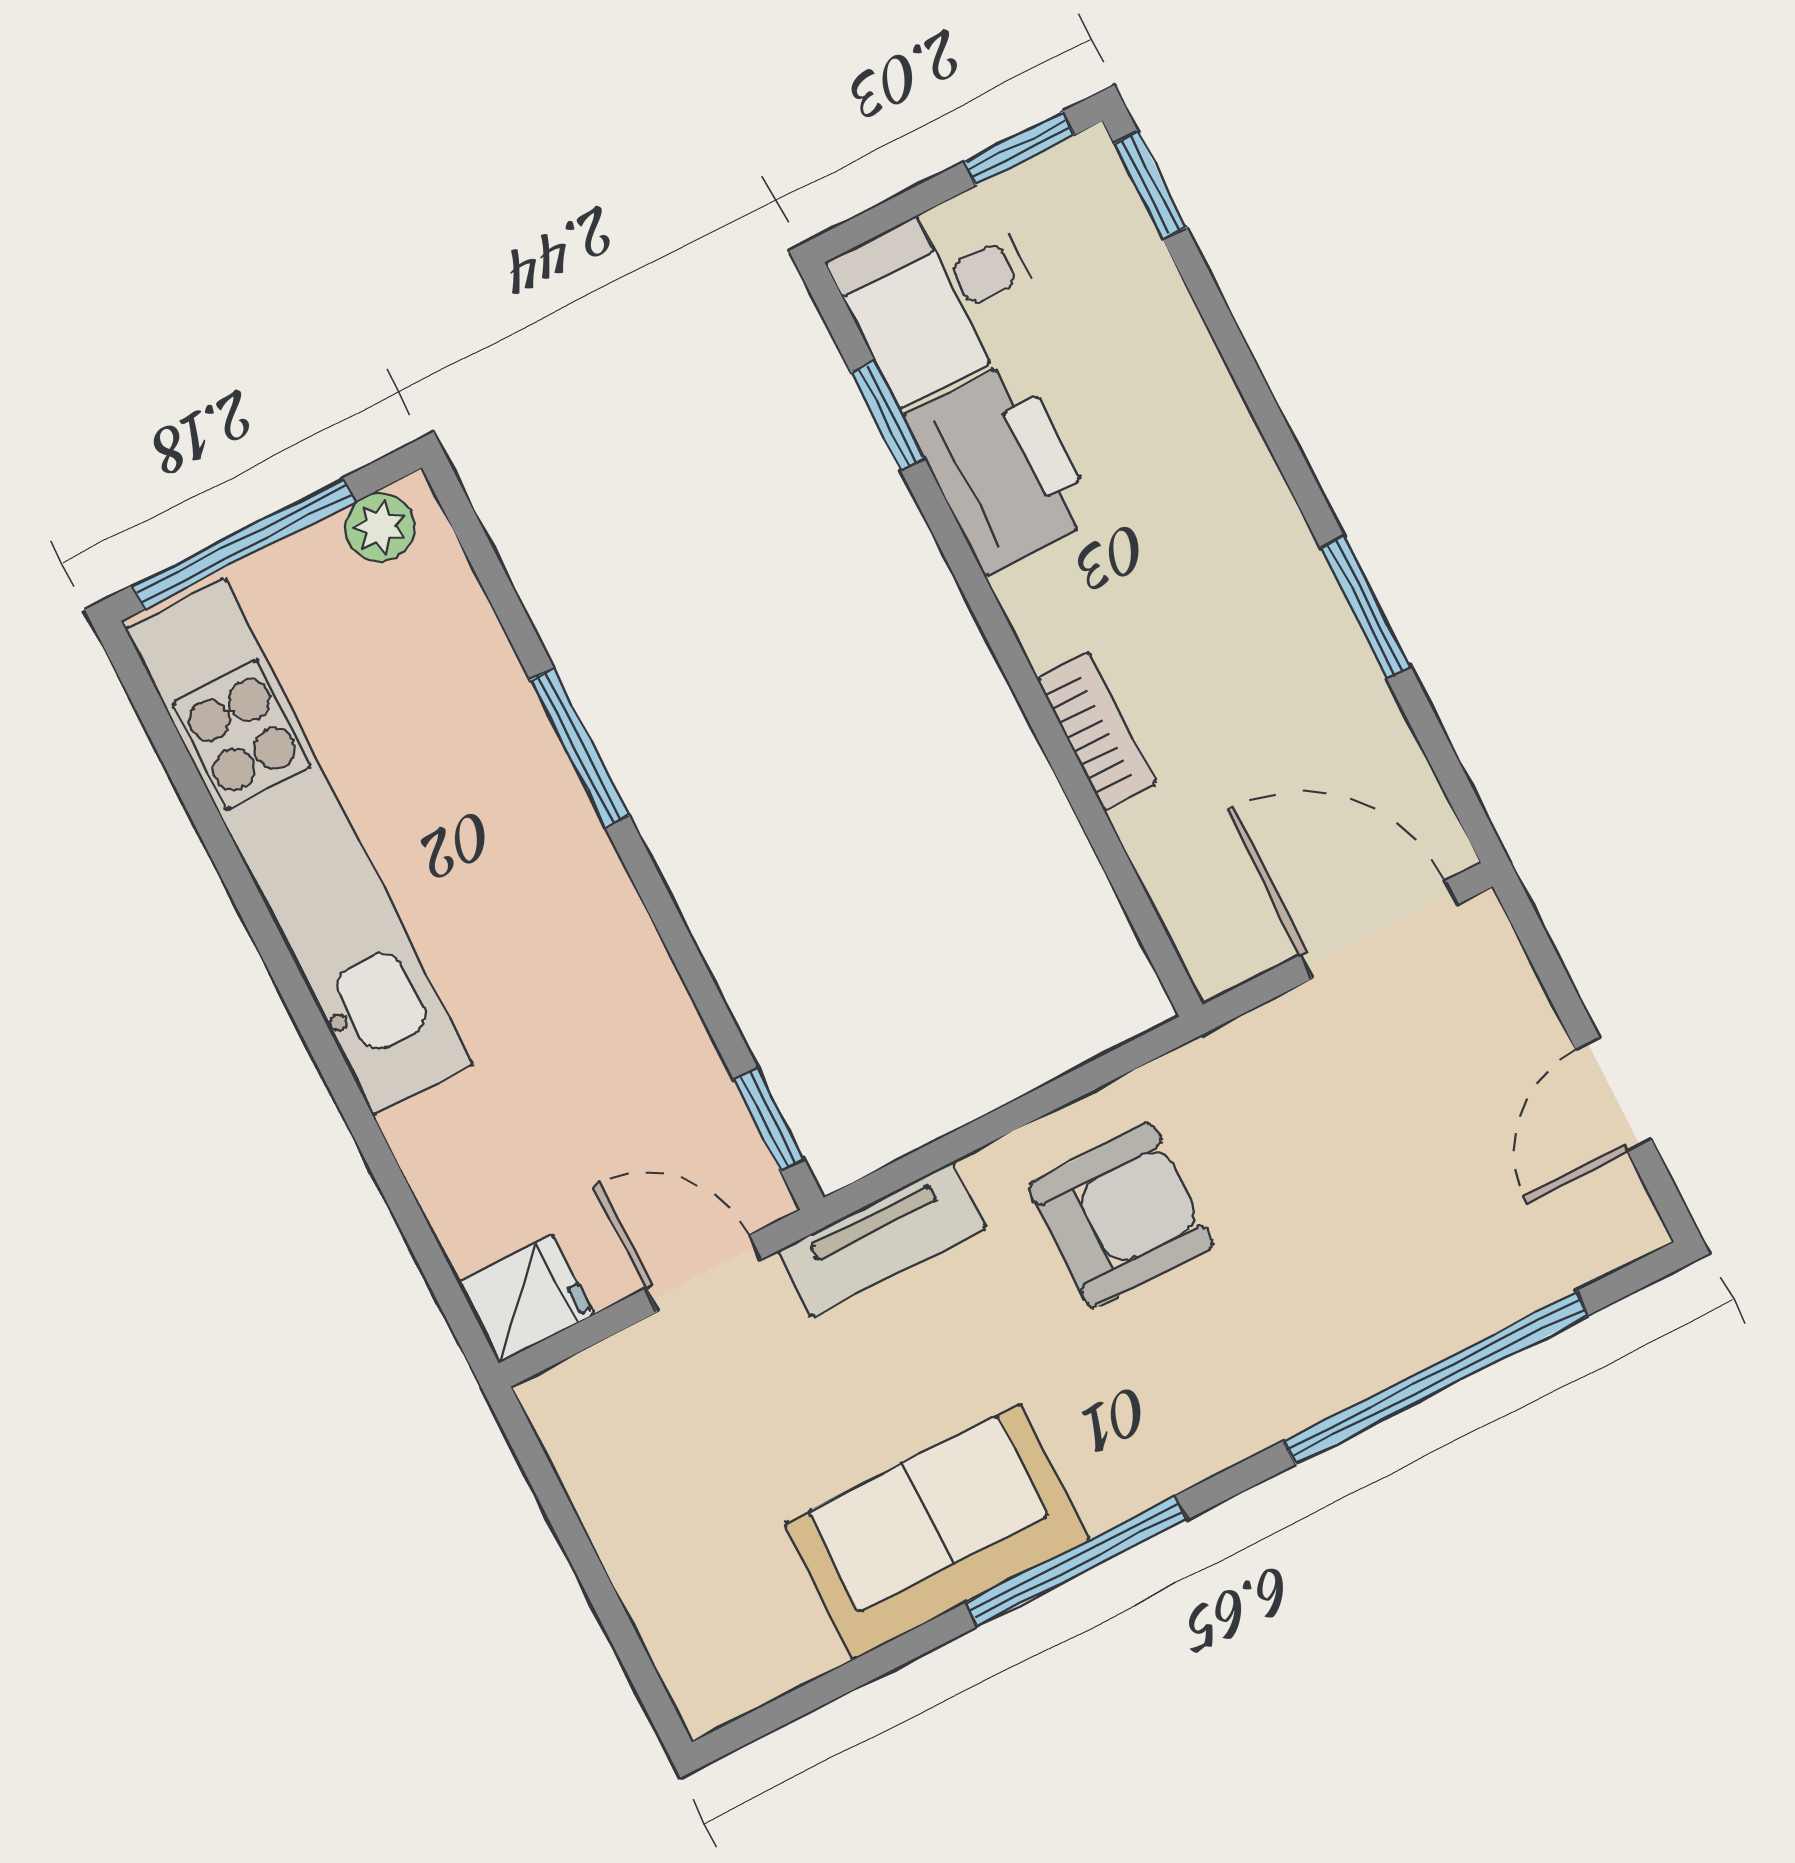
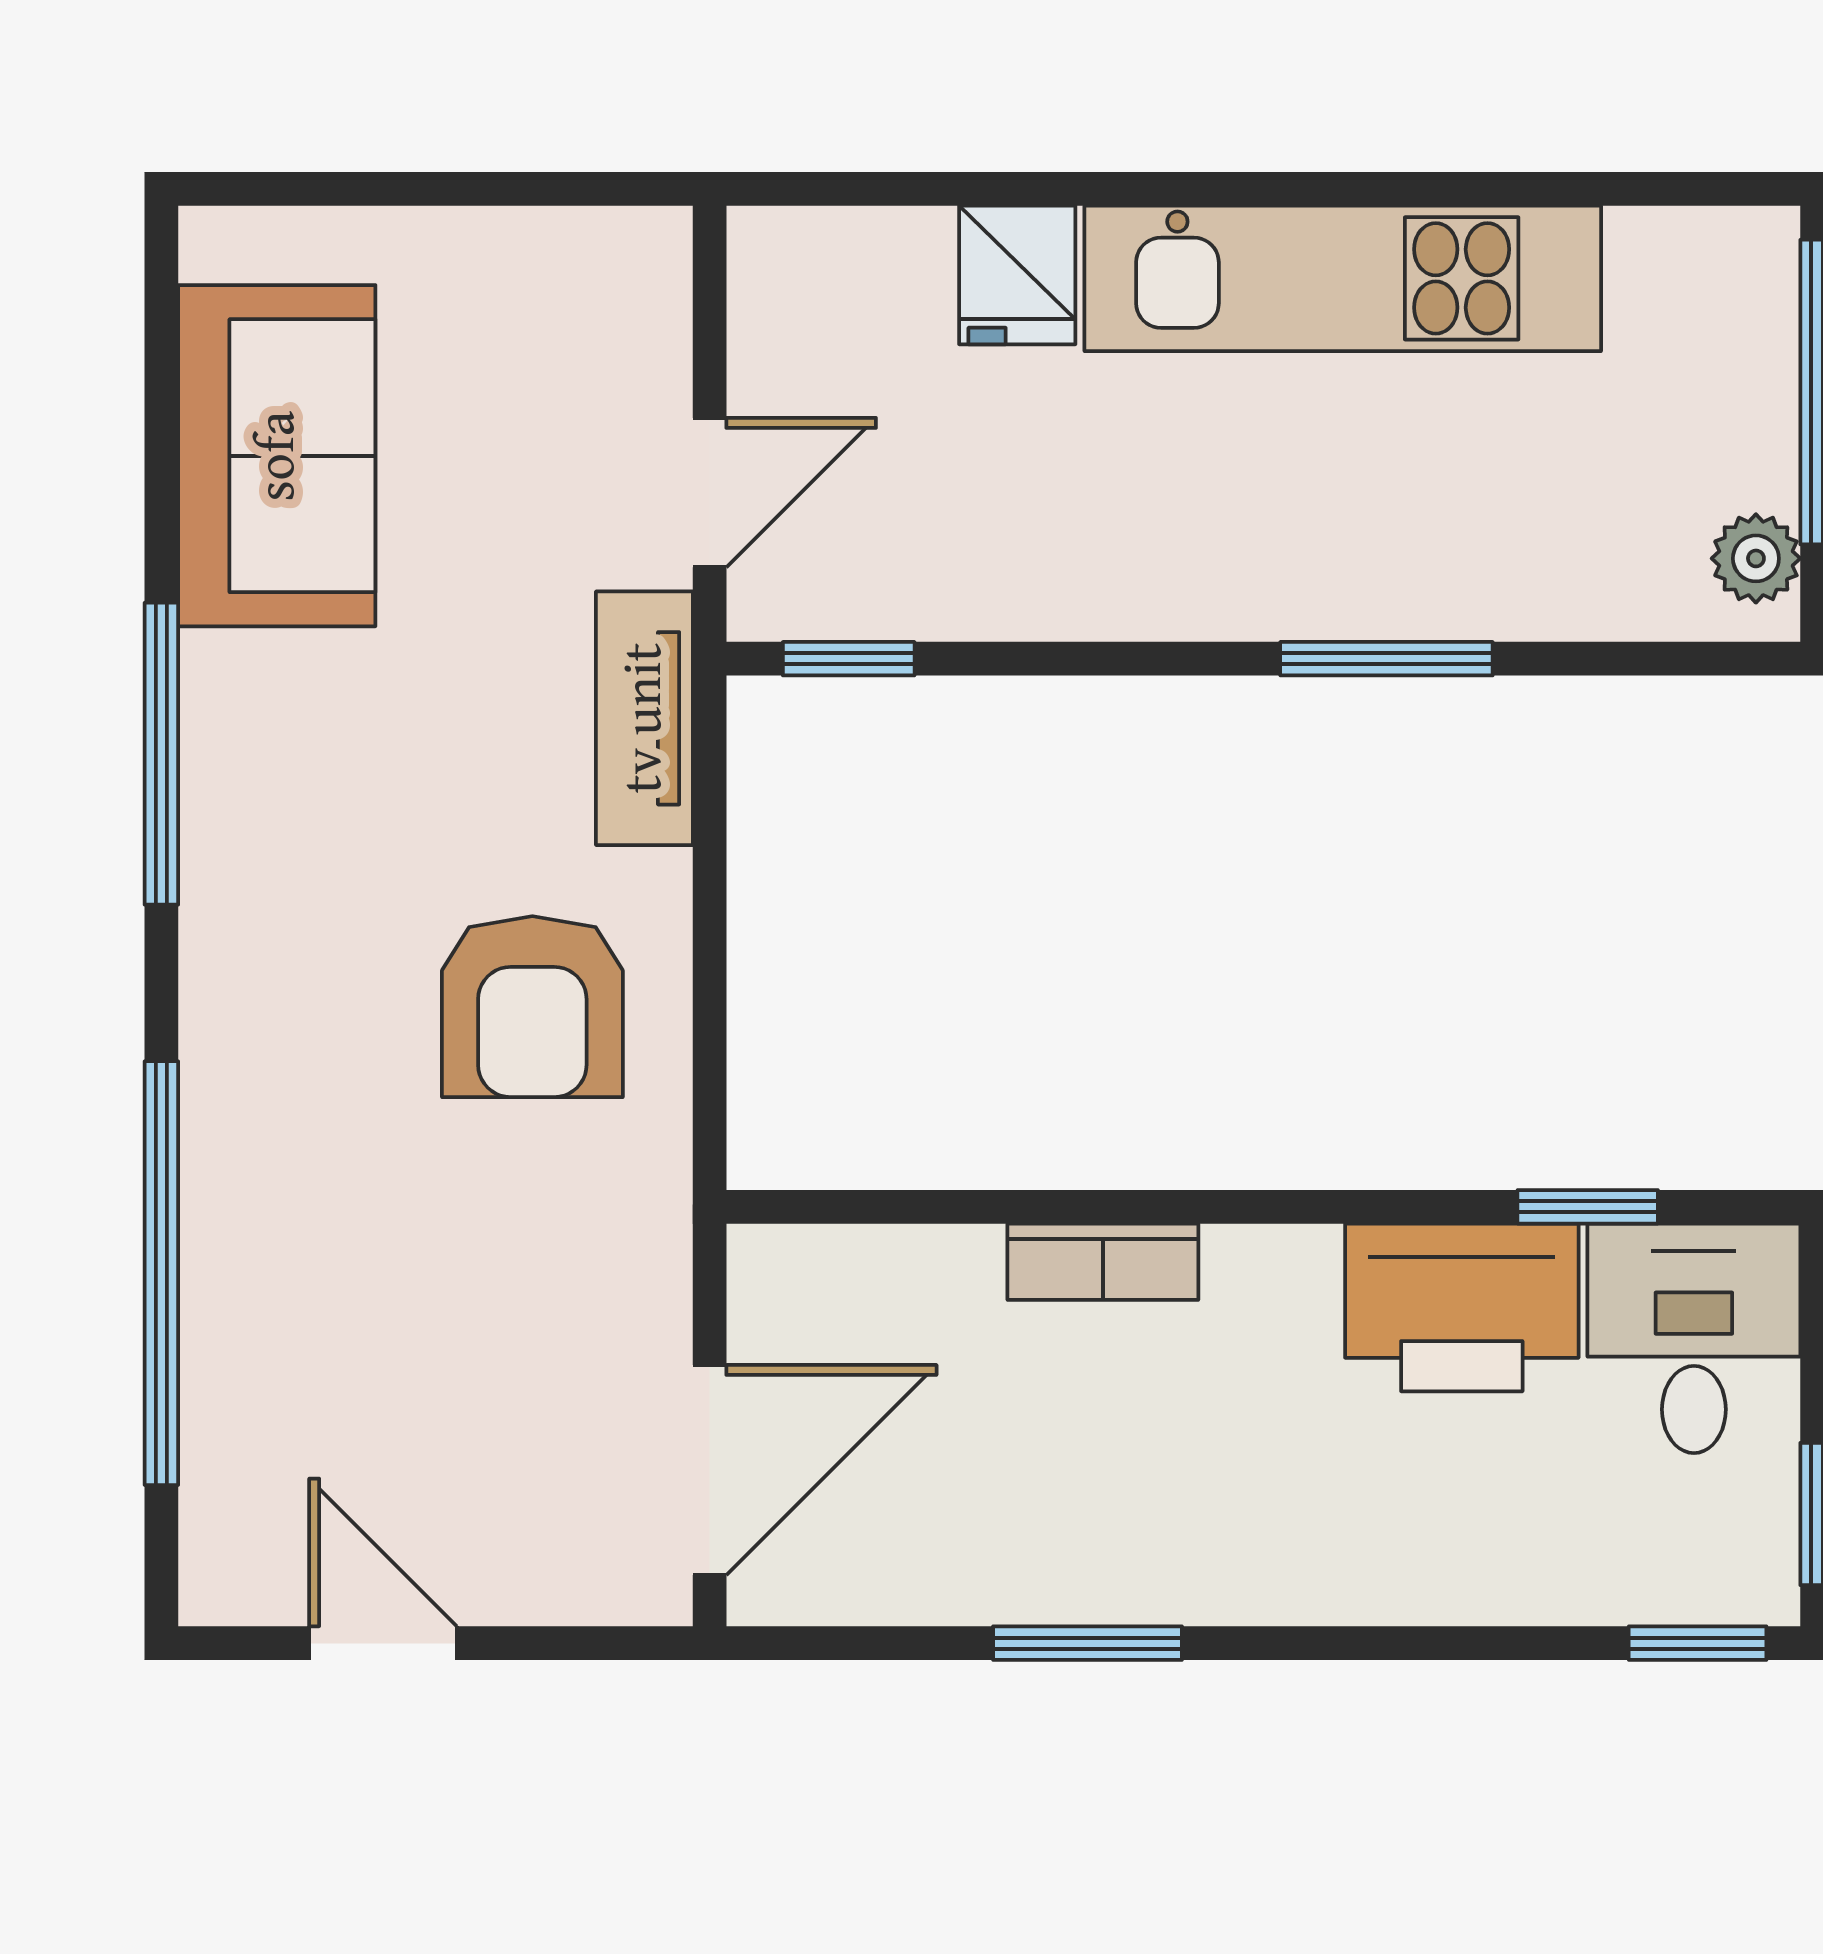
kitchen unit: (299, 847) -> (1343, 278), width x0.73
fridge: (526, 1299) -> (1017, 275), moved
sofa: (937, 1532) -> (277, 456), moved

